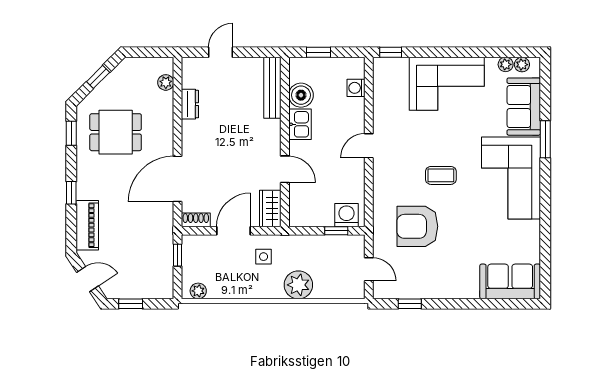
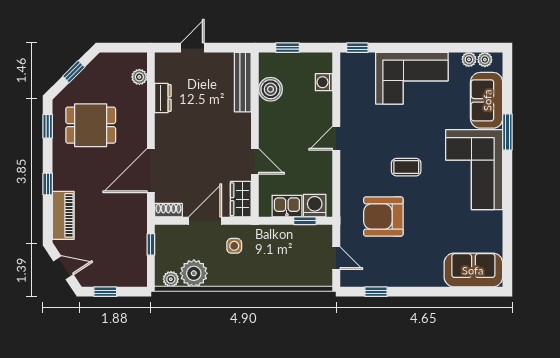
kitchen sink: (300, 124) -> (287, 206), moved, turned -90
plant: (298, 285) -> (194, 273), moved

